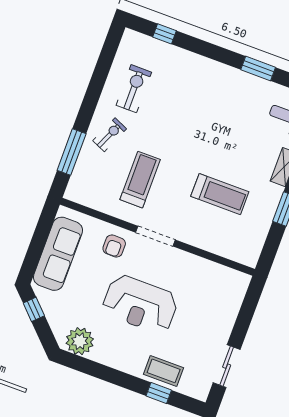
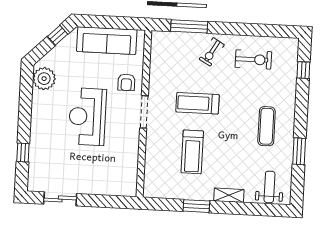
exercise mat: (217, 98) -> (267, 126), added
exercise bike: (110, 135) -> (212, 52), turned 96
treadmill: (140, 180) -> (198, 103), moved, turned 180
armchair: (114, 246) -> (126, 82), turned -90
coffee table: (164, 371) -> (41, 151), removed

